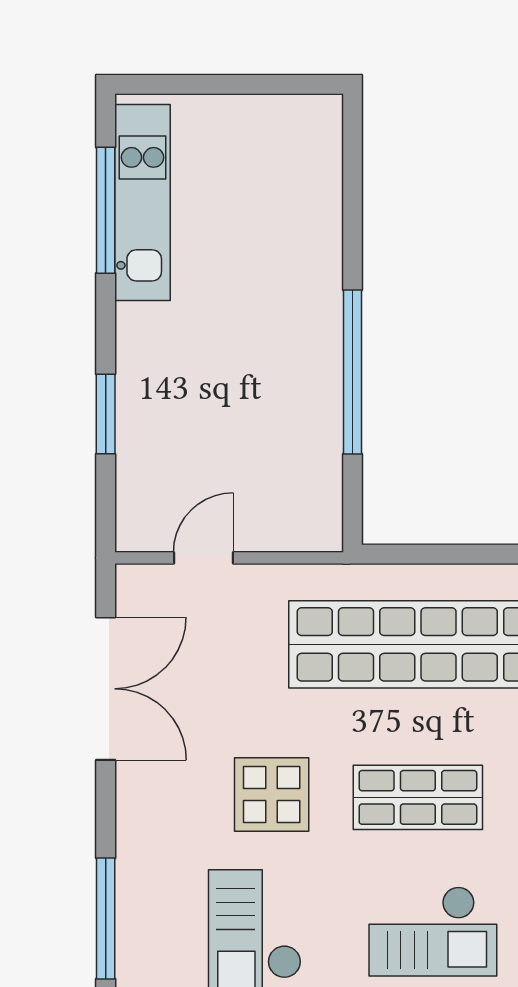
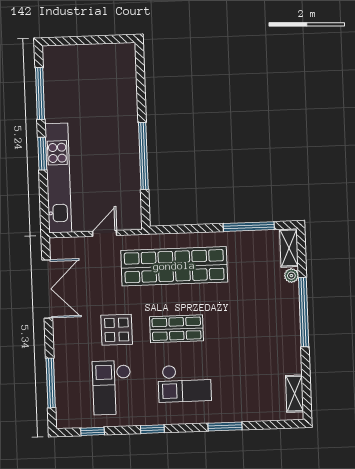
kitchen unit: (143, 203) -> (58, 178), moved, width x1.36
window: (106, 414) -> (42, 154), moved
door: (203, 558) -> (105, 233), moved

